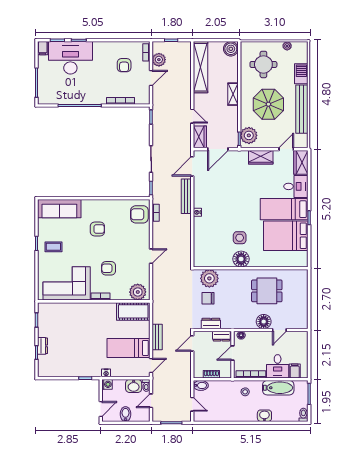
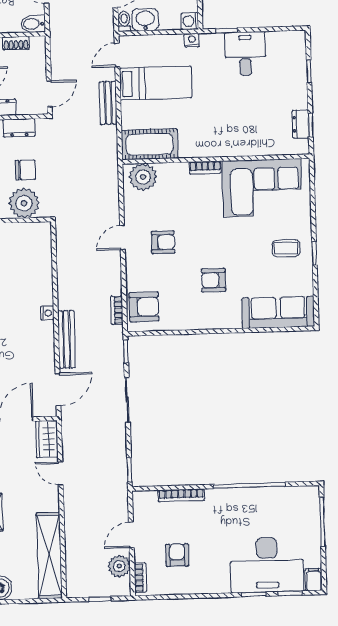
armchair: (109, 268) -> (163, 242), moved
dresser: (43, 346) -> (301, 124), moved
desk: (74, 364) -> (245, 54), added

